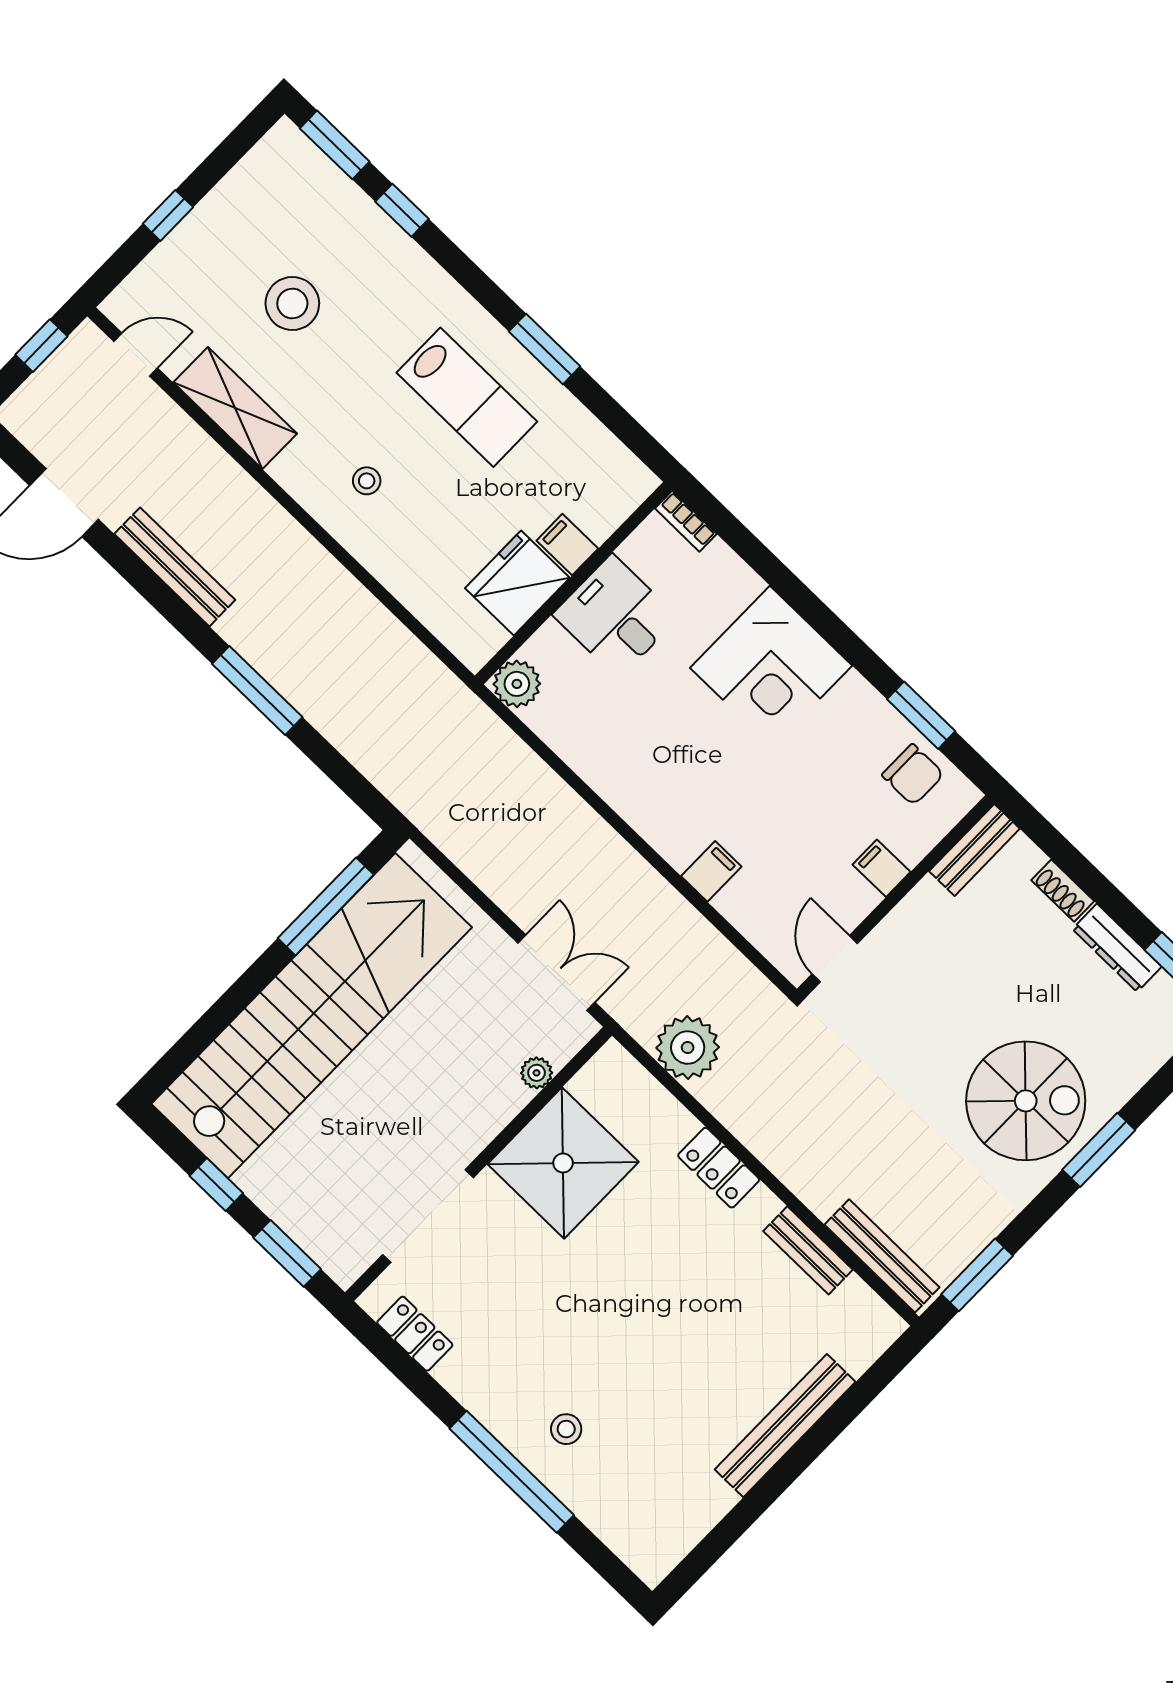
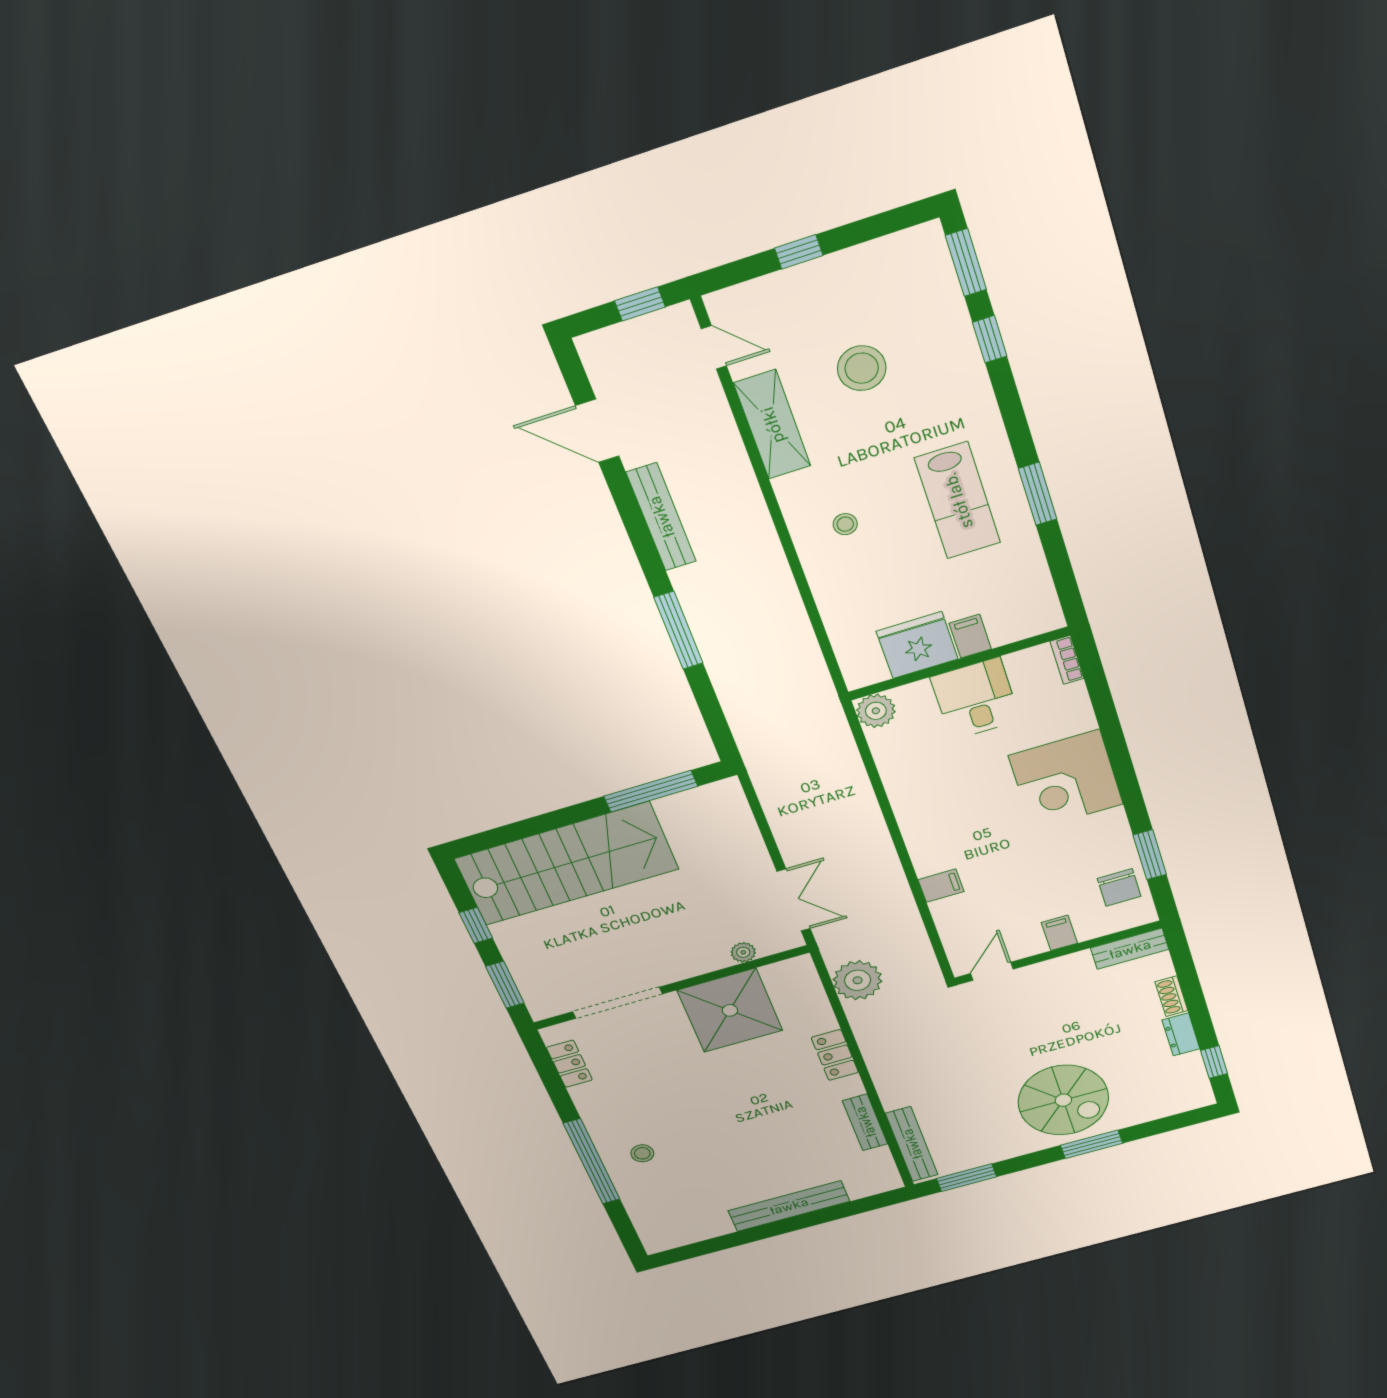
dresser: (1117, 948) -> (1181, 1034), width x0.70
stairs: (312, 1016) -> (567, 864), width x0.73

